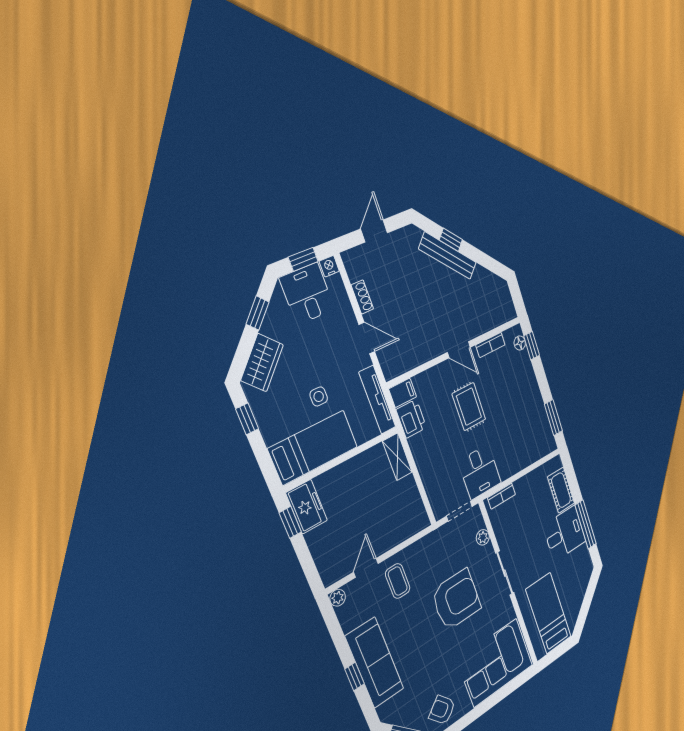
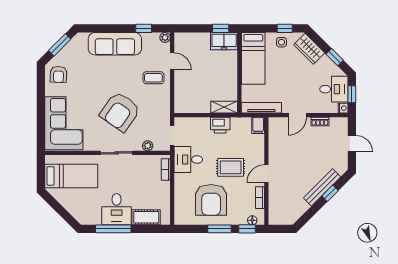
side table: (319, 396) -> (282, 42), moved
armchair: (515, 414) -> (211, 200), added
window: (553, 418) -> (219, 229), moved
printer: (411, 419) -> (220, 125), moved
armchair: (456, 600) -> (120, 112), turned 35
window: (355, 677) -> (144, 28), moved
armchair: (442, 710) -> (59, 74), turned 132

